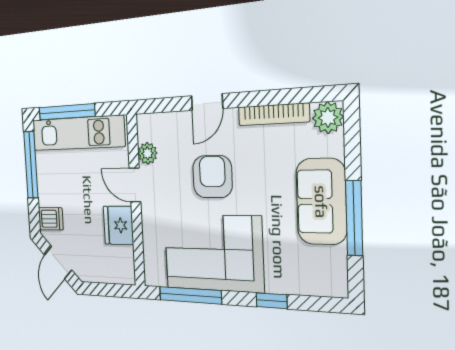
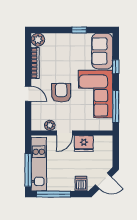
armchair: (212, 177) -> (61, 93), turned 90
sofa: (321, 202) -> (102, 51), moved, turned 90
window: (354, 218) -> (79, 30), width x0.46

